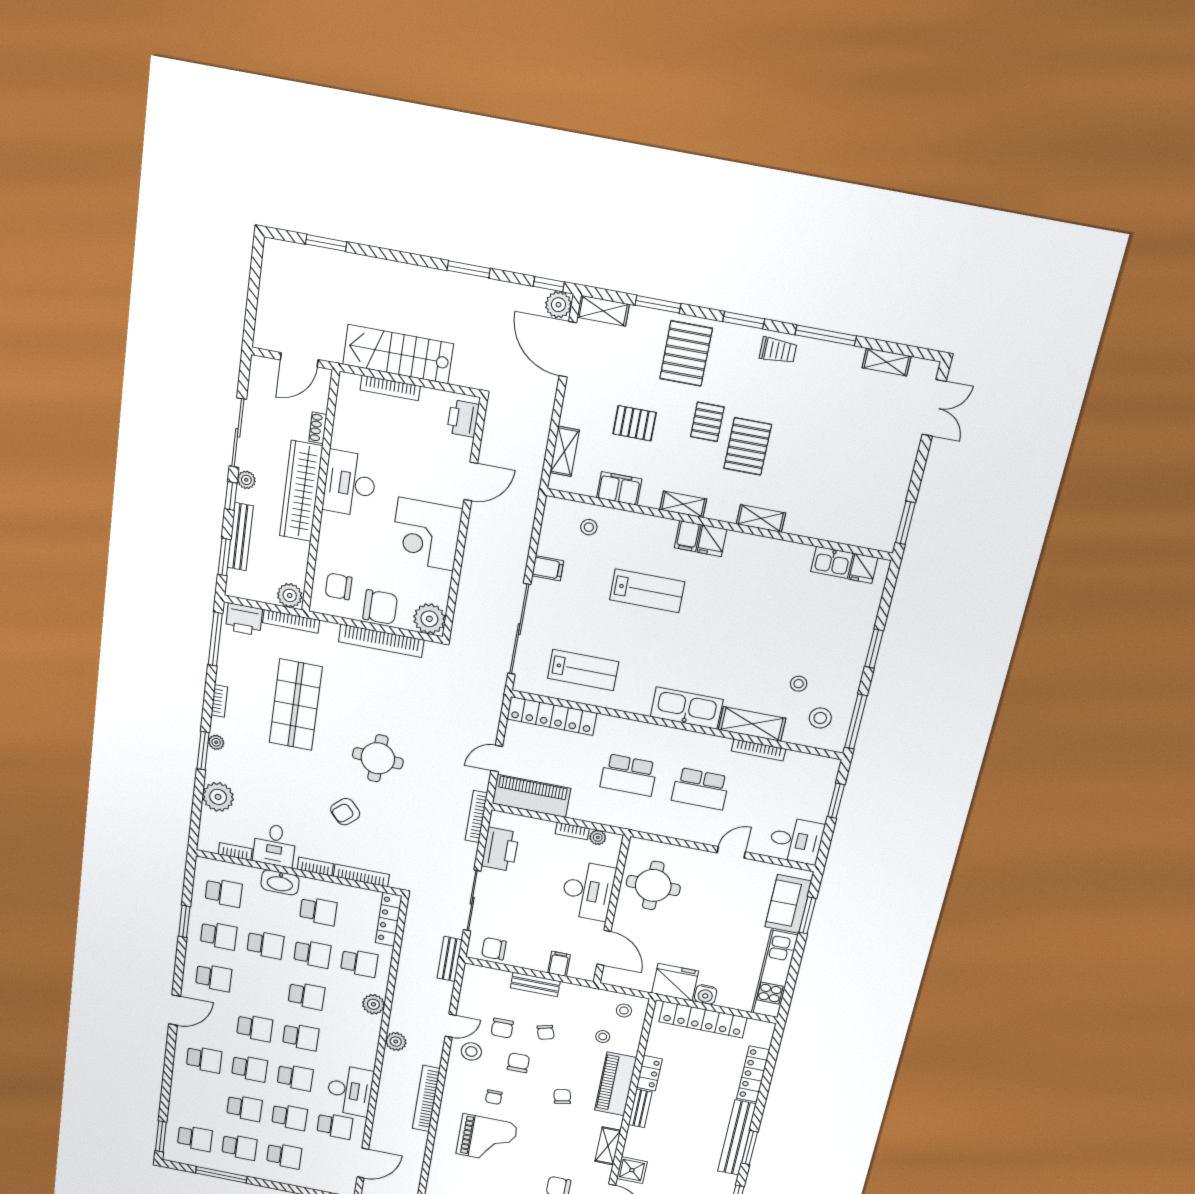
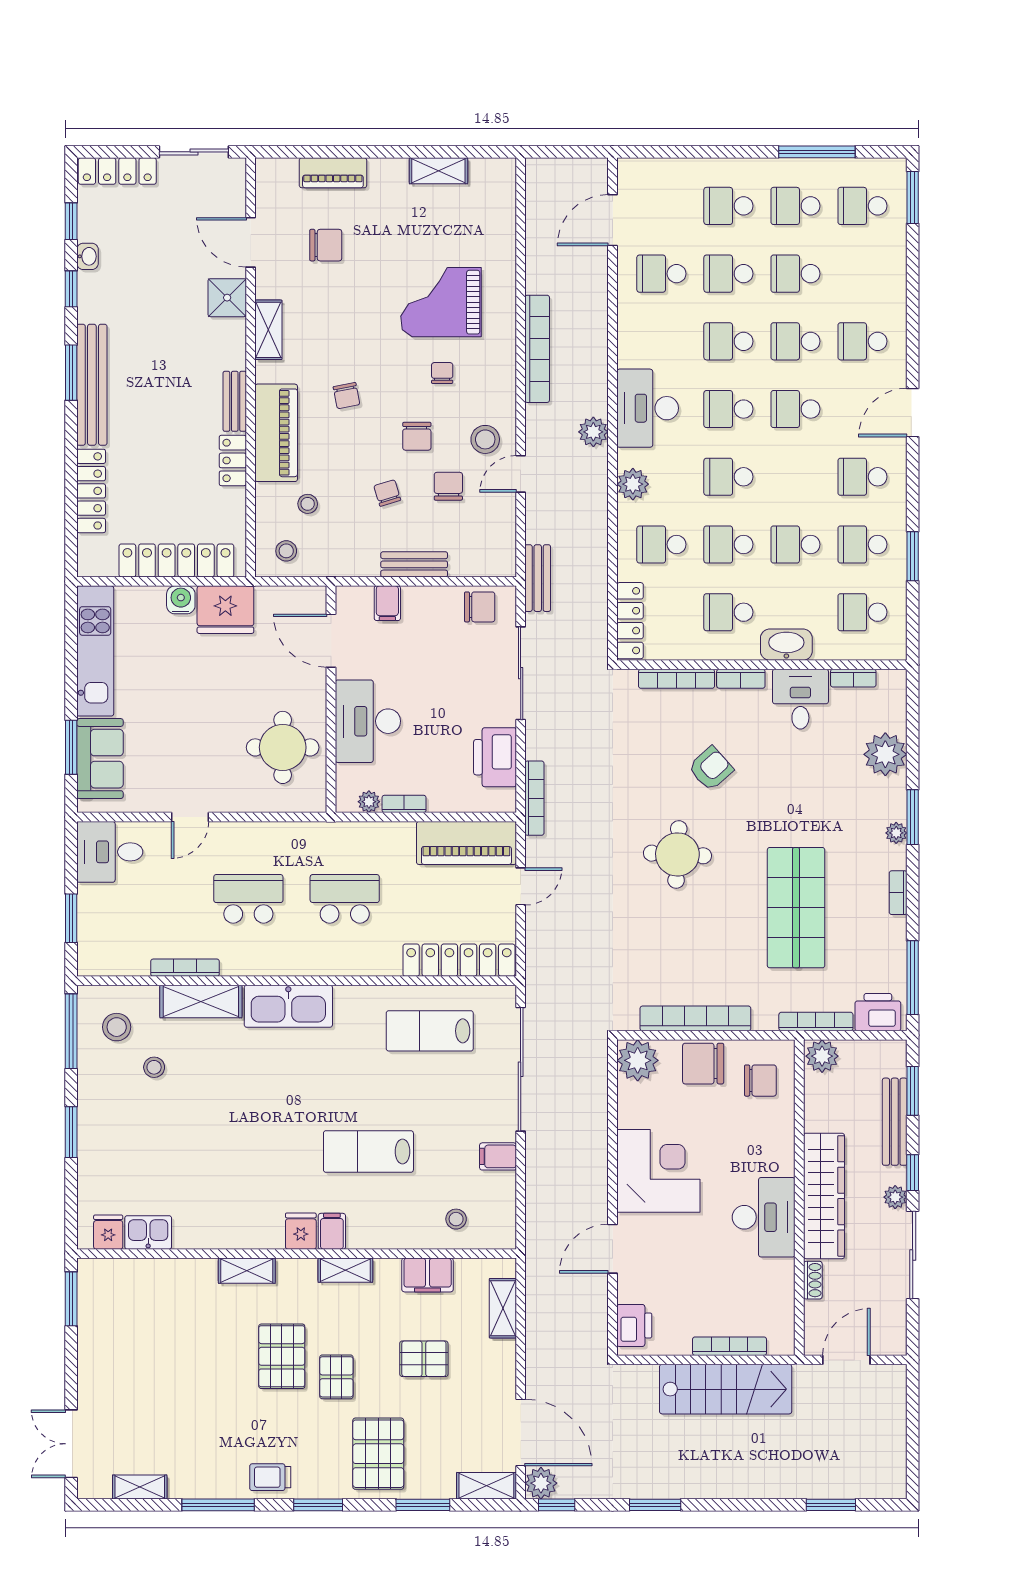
desk: (350, 1090) -> (648, 408), moved

